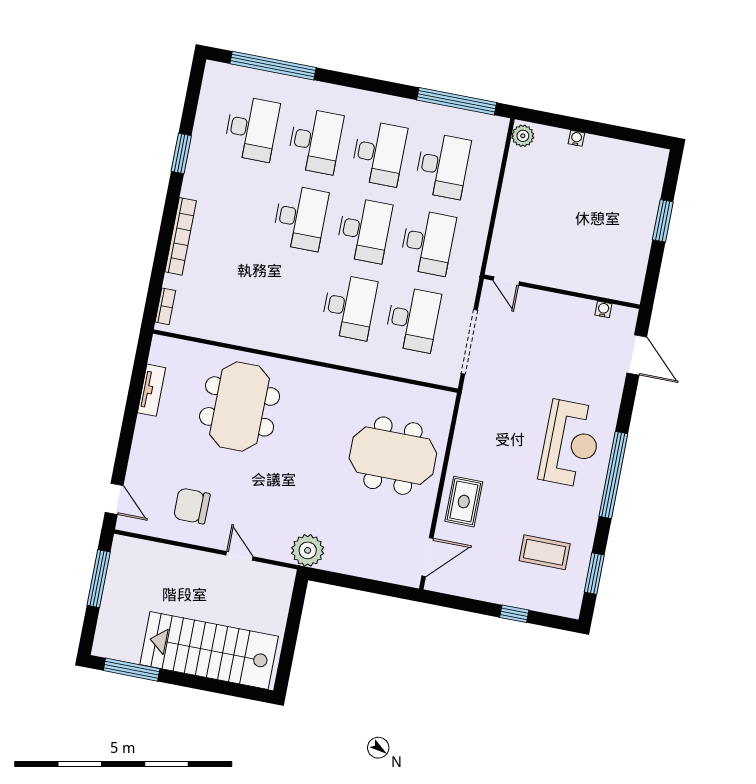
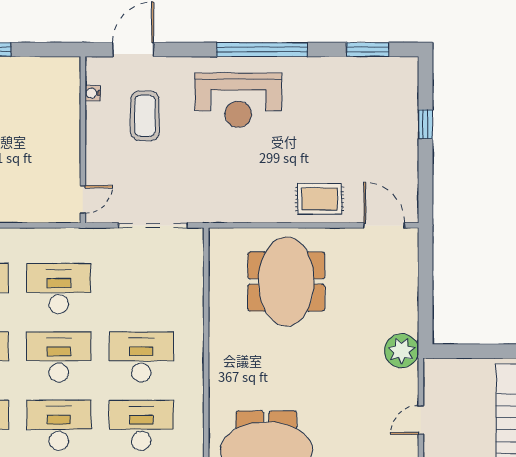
desk: (413, 319) -> (141, 425), moved
reception desk: (571, 444) -> (238, 100), turned 180
coffee table: (545, 552) -> (145, 116), moved

